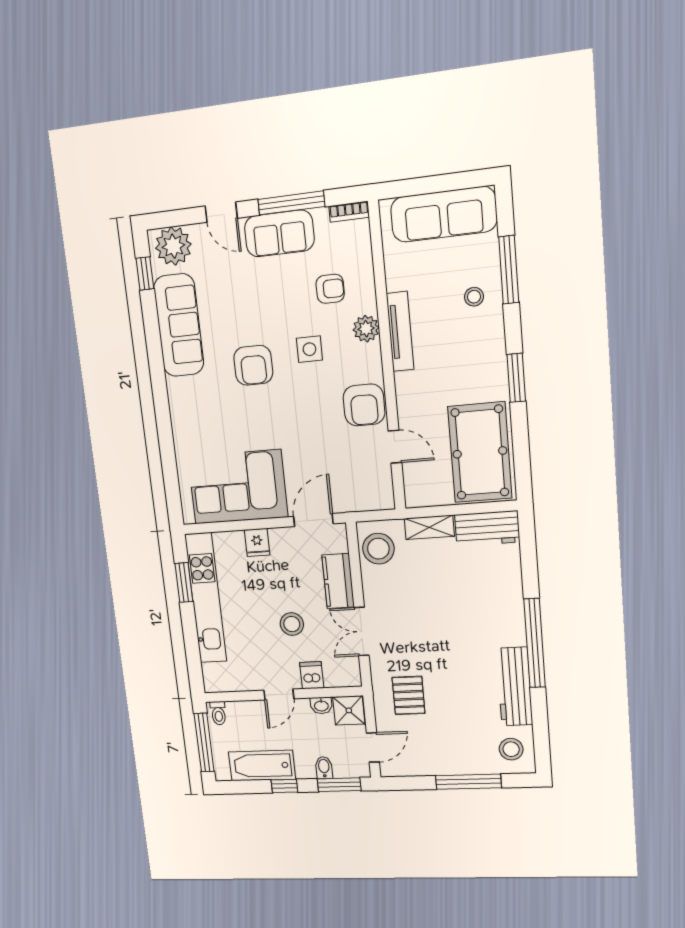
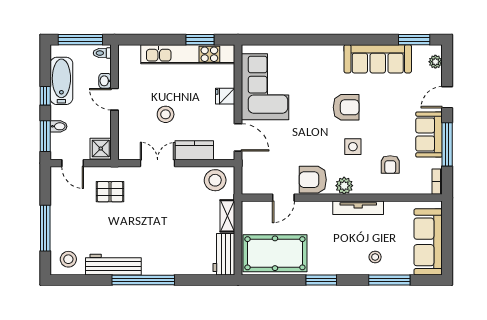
plant: (173, 246) -> (435, 62), width x0.53, depth x0.53
window: (145, 274) -> (414, 40), width x1.50
plant: (366, 329) -> (344, 186), moved
armchair: (253, 365) -> (346, 107), turned 180
dishwasher: (312, 675) -> (128, 125), removed
washbasin: (321, 706) -> (105, 81), moved

